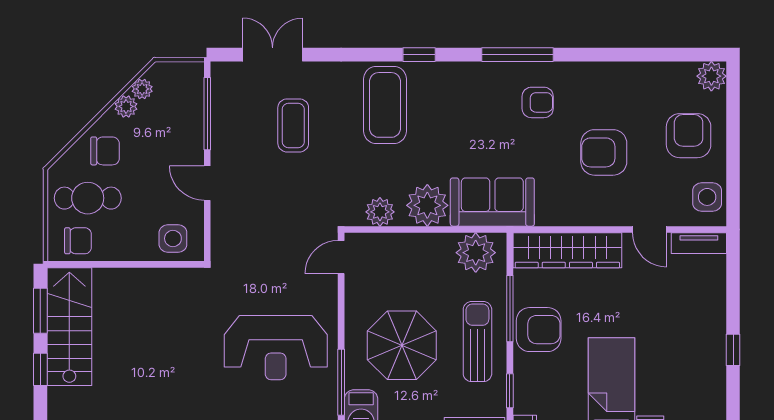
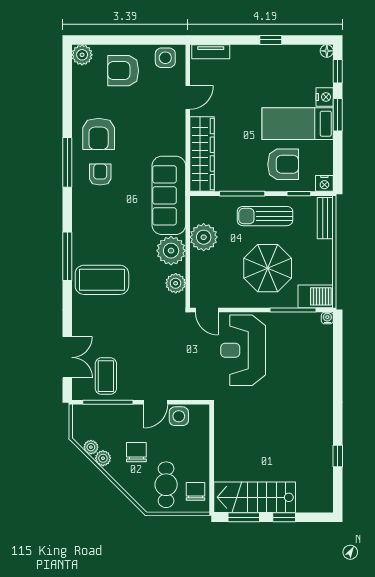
double door: (273, 55) -> (67, 357), swing flipped
window: (419, 55) -> (67, 256), width x2.17
window: (518, 55) -> (67, 162), moved
coffee table: (293, 125) -> (106, 376), moved, turned 90
chair: (105, 151) -> (136, 452), moved
armchair: (604, 152) -> (99, 134), moved
sofa: (492, 202) -> (169, 195), width x1.36
side table: (173, 238) -> (179, 416), moved
tv unit: (699, 243) -> (211, 52), moved, turned 90
plant: (476, 253) -> (204, 237), moved
armchair: (539, 330) -> (283, 164), moved, turned 90
reception desk: (276, 348) -> (243, 350), moved, turned 180

